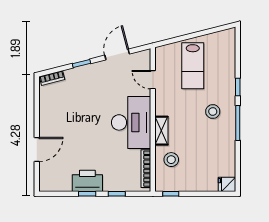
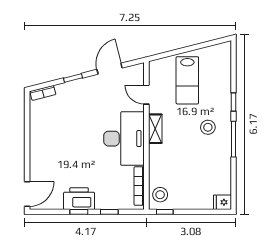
shelving: (161, 131) -> (155, 129), moved
door: (37, 149) -> (27, 194), moved
stool: (171, 160) -> (160, 195), moved

